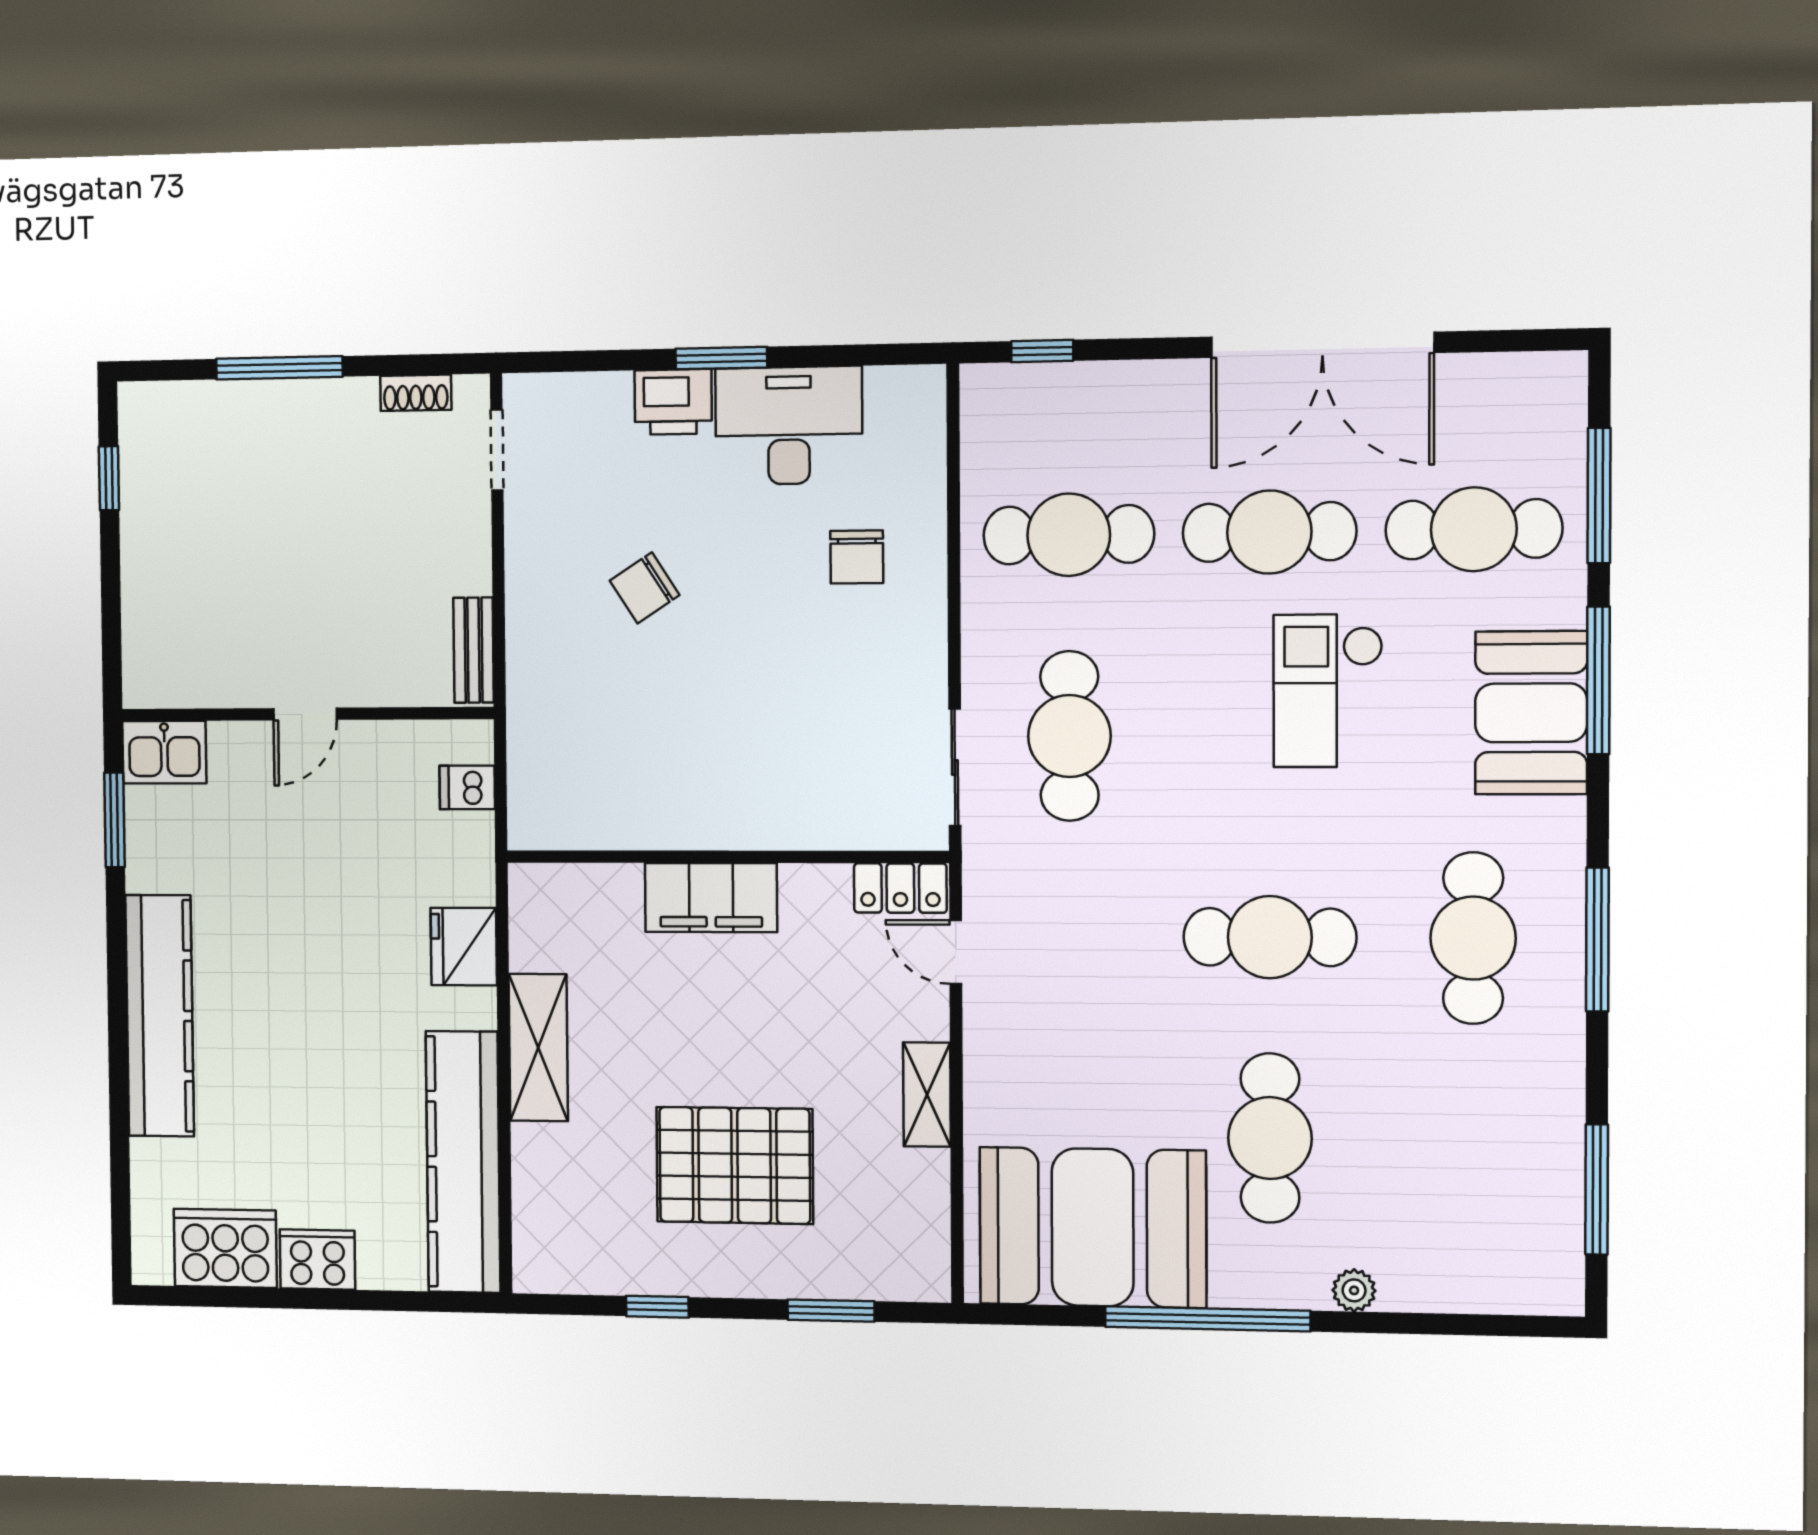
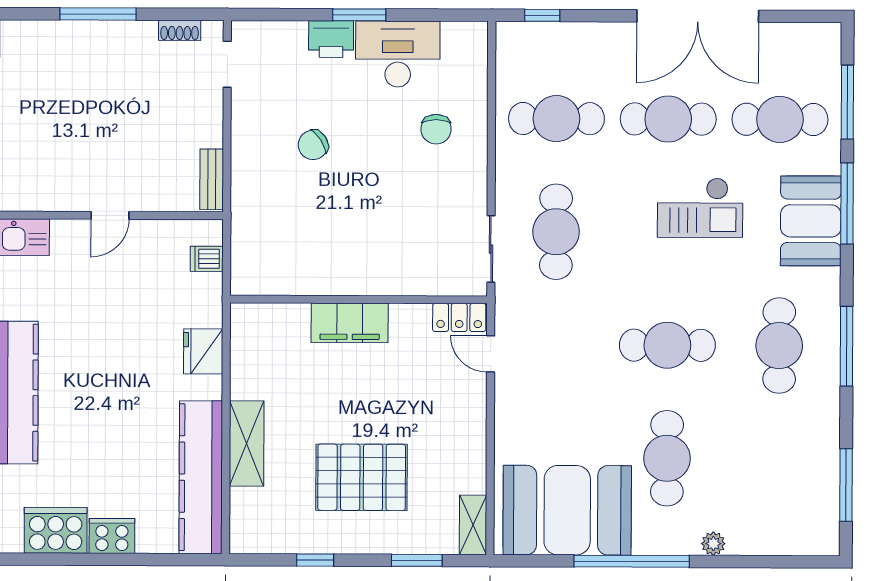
checkout: (1328, 691) -> (700, 208), turned -90
shelving: (538, 1047) -> (247, 443), moved
shelving: (927, 1095) -> (473, 525), moved

